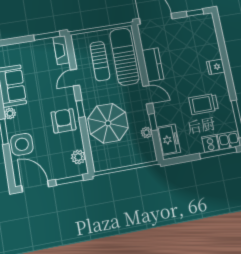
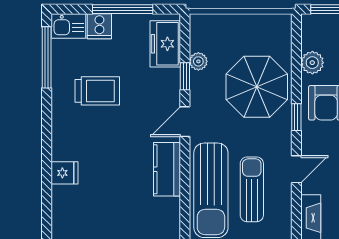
fridge: (216, 67) -> (65, 173), moved
door: (148, 95) -> (185, 122), hinge flipped
window: (218, 153) -> (123, 9), moved
plant: (78, 157) -> (312, 63), moved

